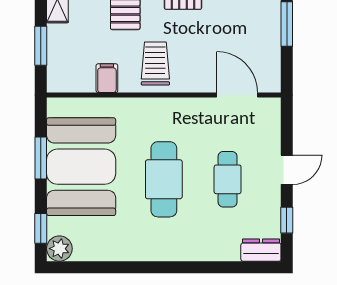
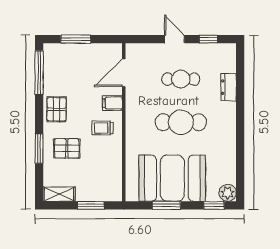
trolley: (155, 63) -> (103, 128), width x0.73, depth x0.72
filing cabinet: (107, 78) -> (112, 103), moved
dresser: (261, 250) -> (229, 87), moved

